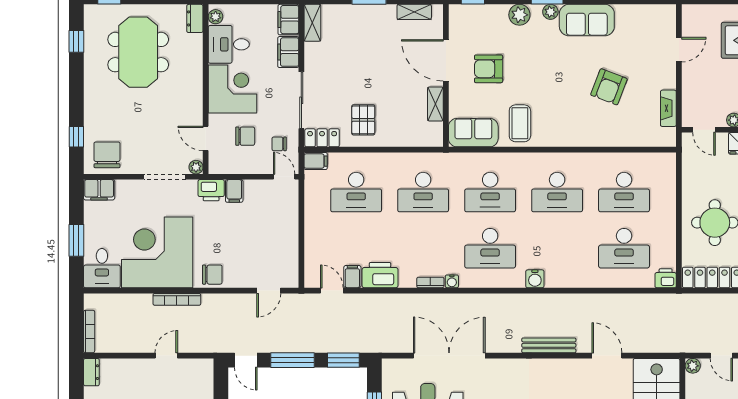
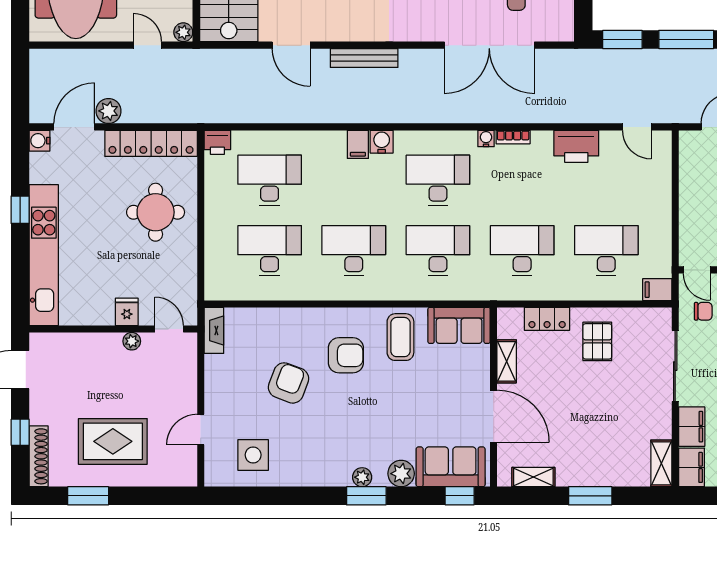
sofa: (587, 20) -> (451, 467), moved
side table: (637, 29) -> (253, 455), added
armchair: (489, 69) -> (346, 355), moved
fireplace: (668, 108) -> (214, 330), moved
locker: (322, 138) -> (547, 319), moved
filing cabinet: (352, 277) -> (358, 144), moved

